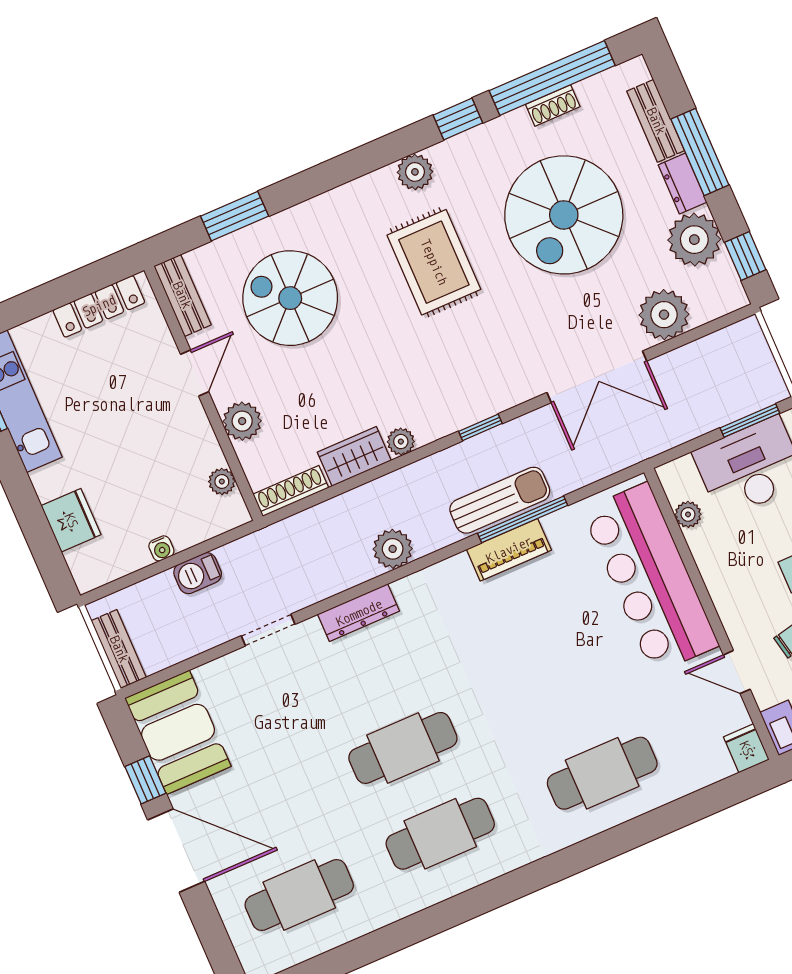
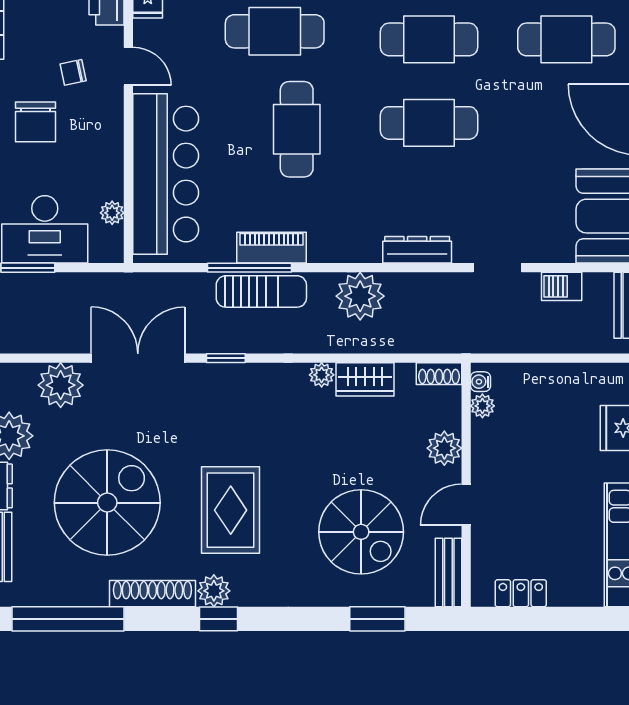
shoe rack: (553, 106) -> (152, 594), moved, width x1.94, depth x1.24
window: (458, 119) -> (219, 619), moved
locker: (99, 306) -> (521, 593), width x0.66
window: (480, 427) -> (226, 358), moved
shoe rack: (291, 491) -> (439, 374), width x0.70
sun lounger: (500, 500) -> (261, 291), turned 180
water cooler: (161, 548) -> (480, 382), moved, turned -90
plant: (393, 549) -> (360, 296), width x1.36, depth x1.36
barbecue: (198, 573) -> (562, 286), moved, turned 180
cafe table: (536, 682) -> (297, 129), added

